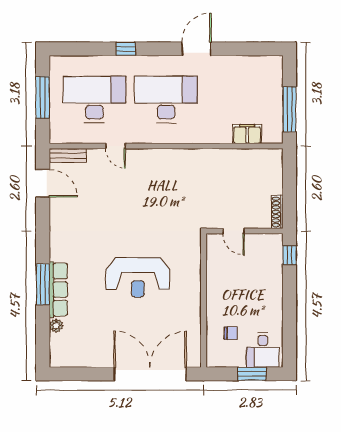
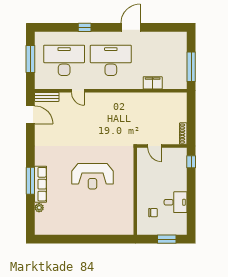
filing cabinet: (247, 134) -> (153, 83), moved
desk: (263, 350) -> (176, 202), moved, turned -90
double door: (150, 374) -> (100, 239), removed

